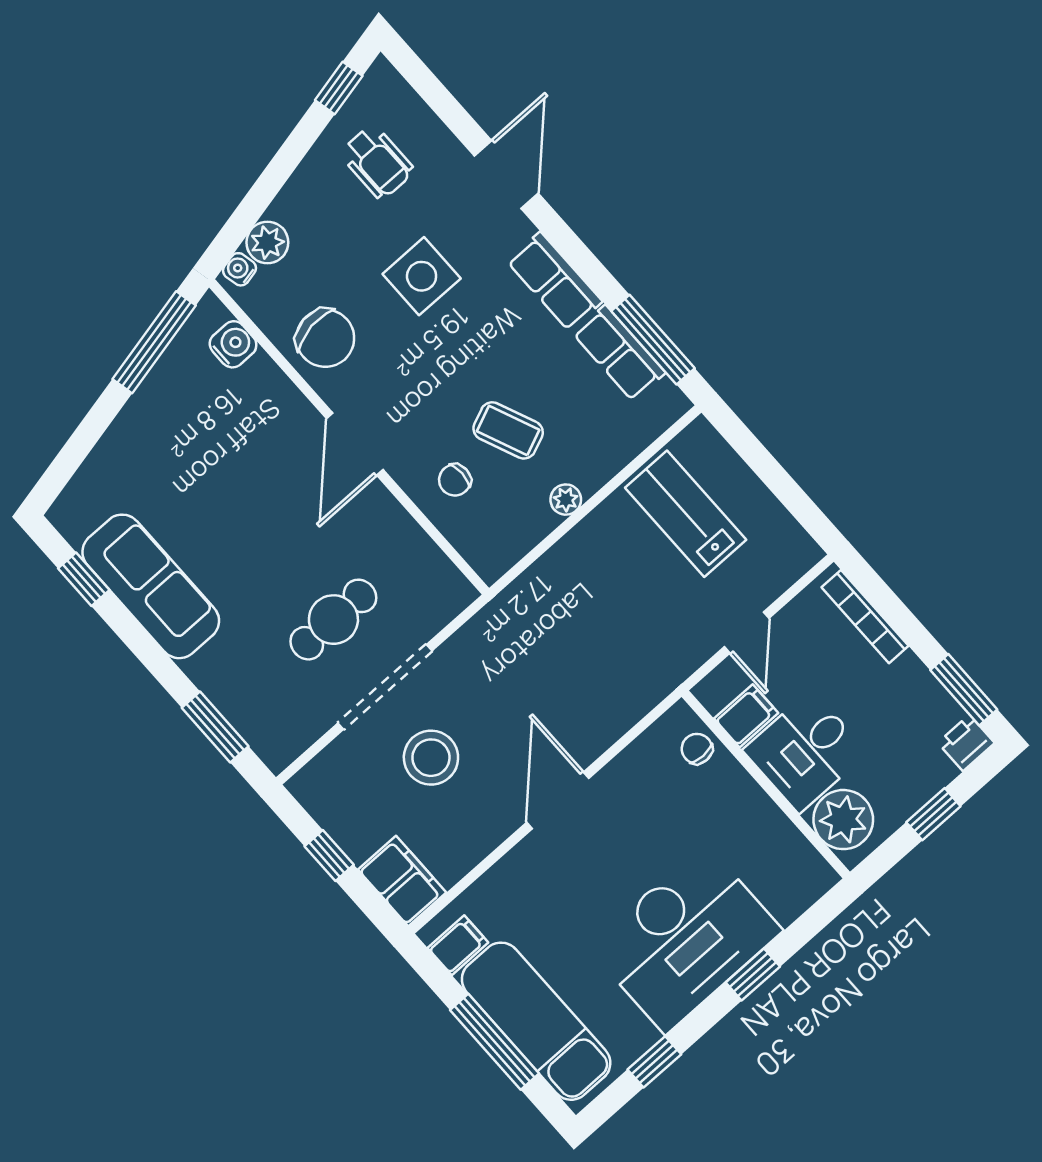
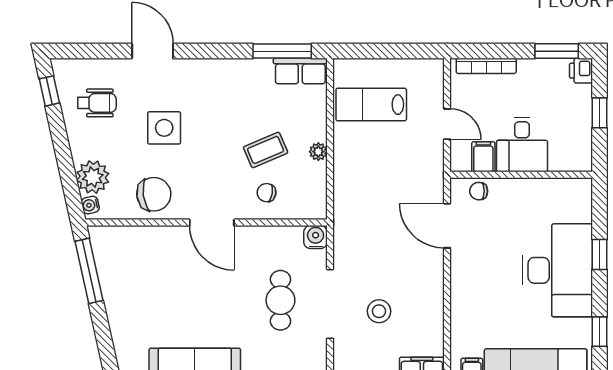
plant: (267, 242) -> (93, 177), width x1.36, depth x1.36
row of seats: (555, 281) -> (218, 71), removed
water cooler: (233, 344) -> (316, 237), moved
row of seats: (619, 353) -> (300, 71), moved
chair: (455, 480) -> (266, 193), turned 100
stool: (431, 758) -> (379, 311), width x0.73, depth x0.73
door: (558, 800) -> (447, 226), moved
plant: (843, 820) -> (567, 154), removed

